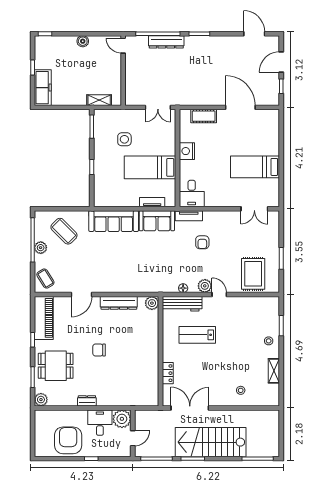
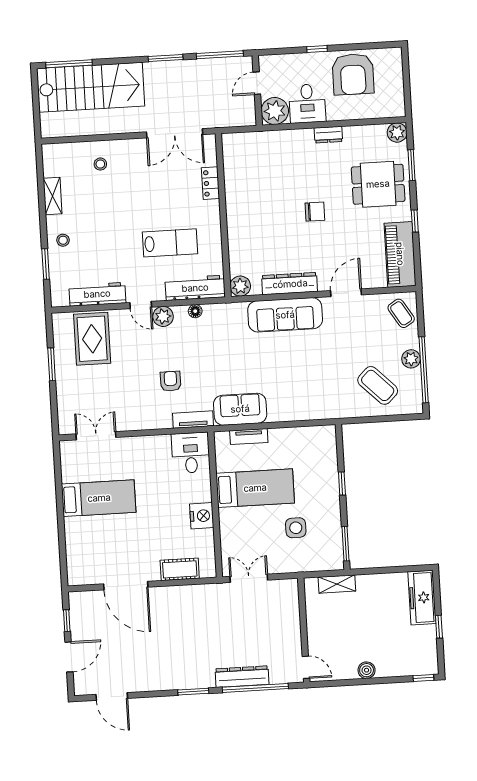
sofa: (114, 221) -> (285, 315), moved, turned 180
workbench: (248, 303) -> (97, 294), added
stairs: (211, 442) -> (91, 87), moved

